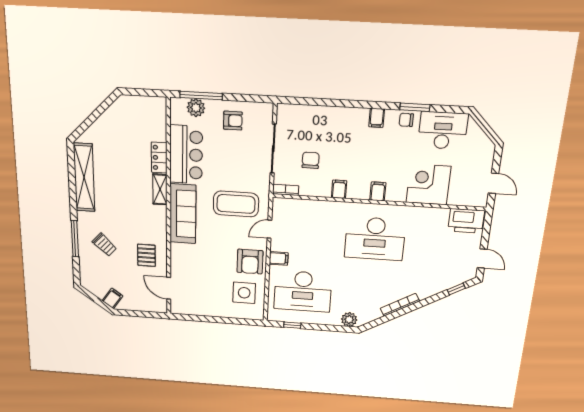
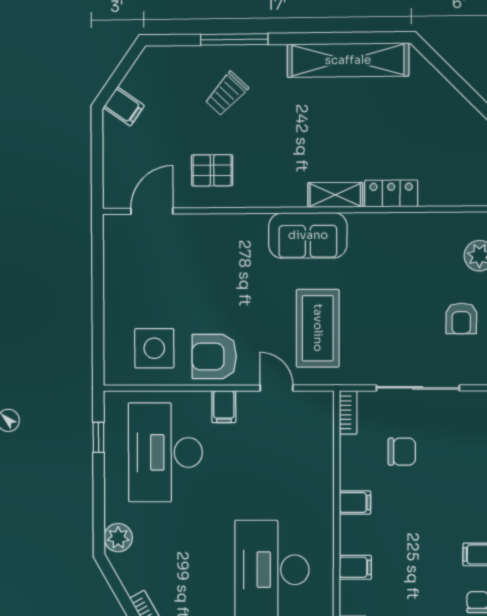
bar counter: (186, 155) -> (399, 240), removed
sofa: (183, 214) -> (308, 235), width x0.73

